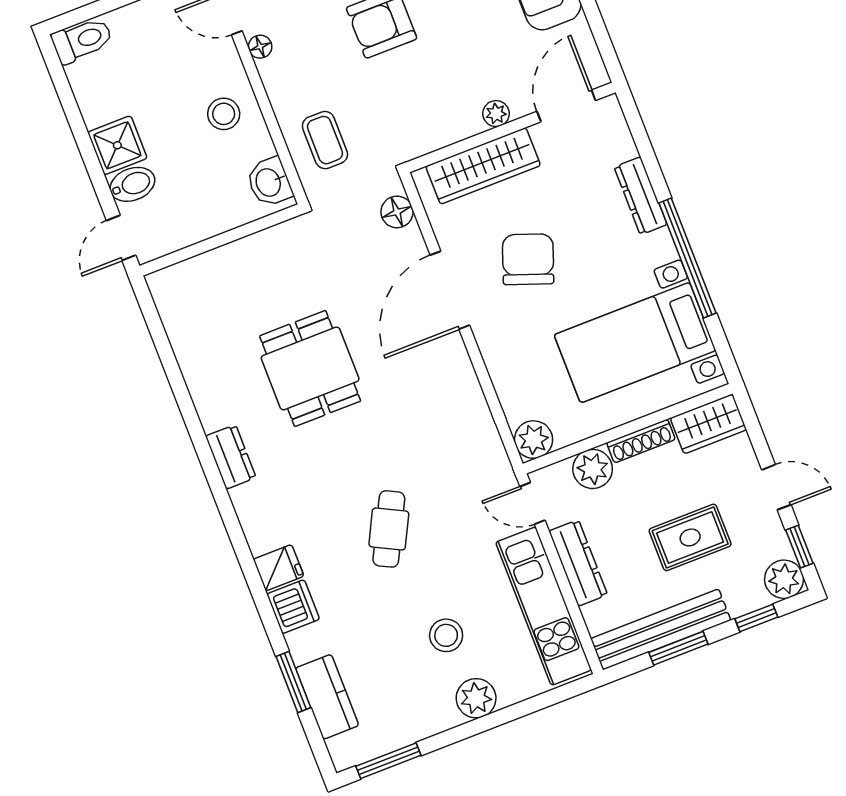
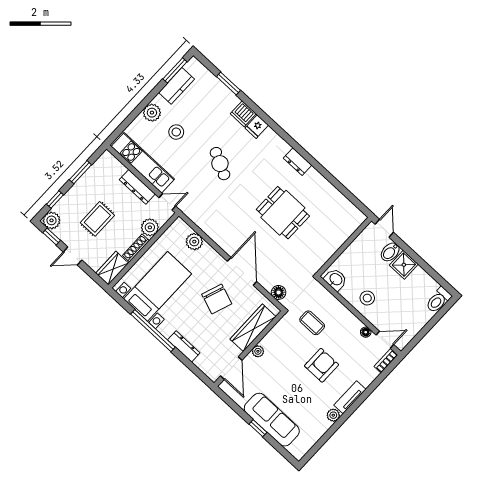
coffee table: (325, 140) -> (312, 323), moved
plant: (534, 440) -> (194, 242), moved
bench: (661, 629) -> (91, 176), removed
kitchen counter: (327, 697) -> (177, 86), moved, turned -90

